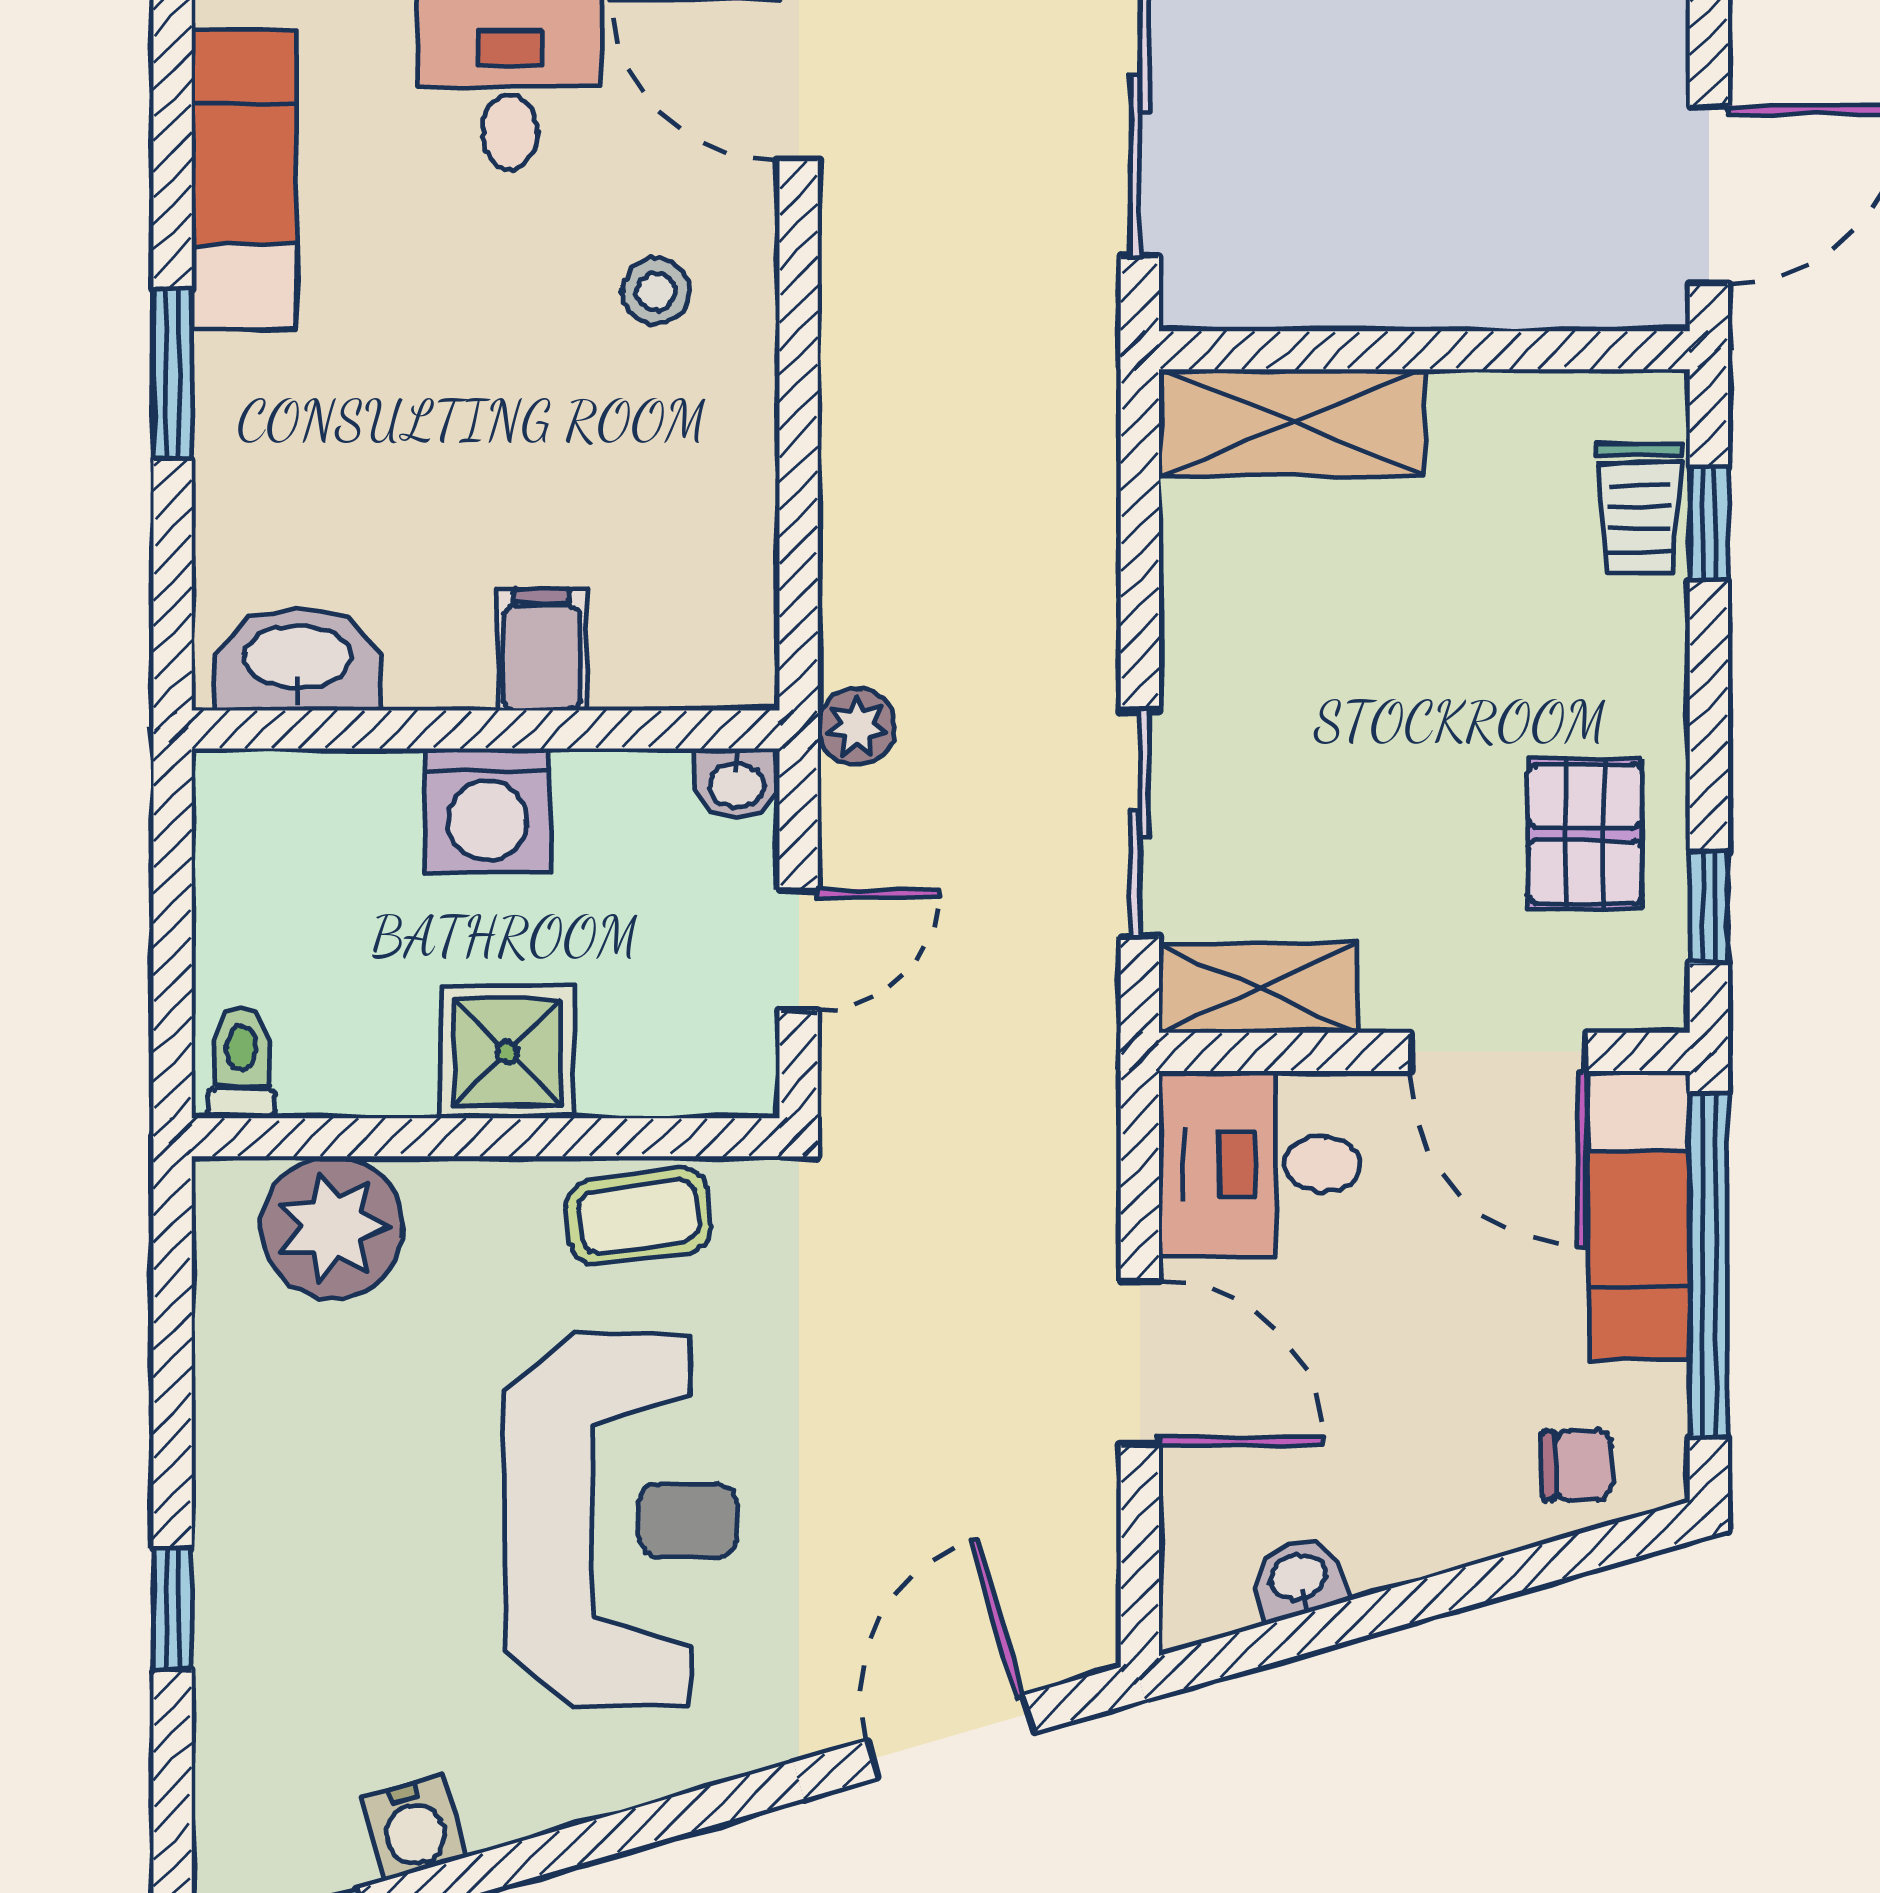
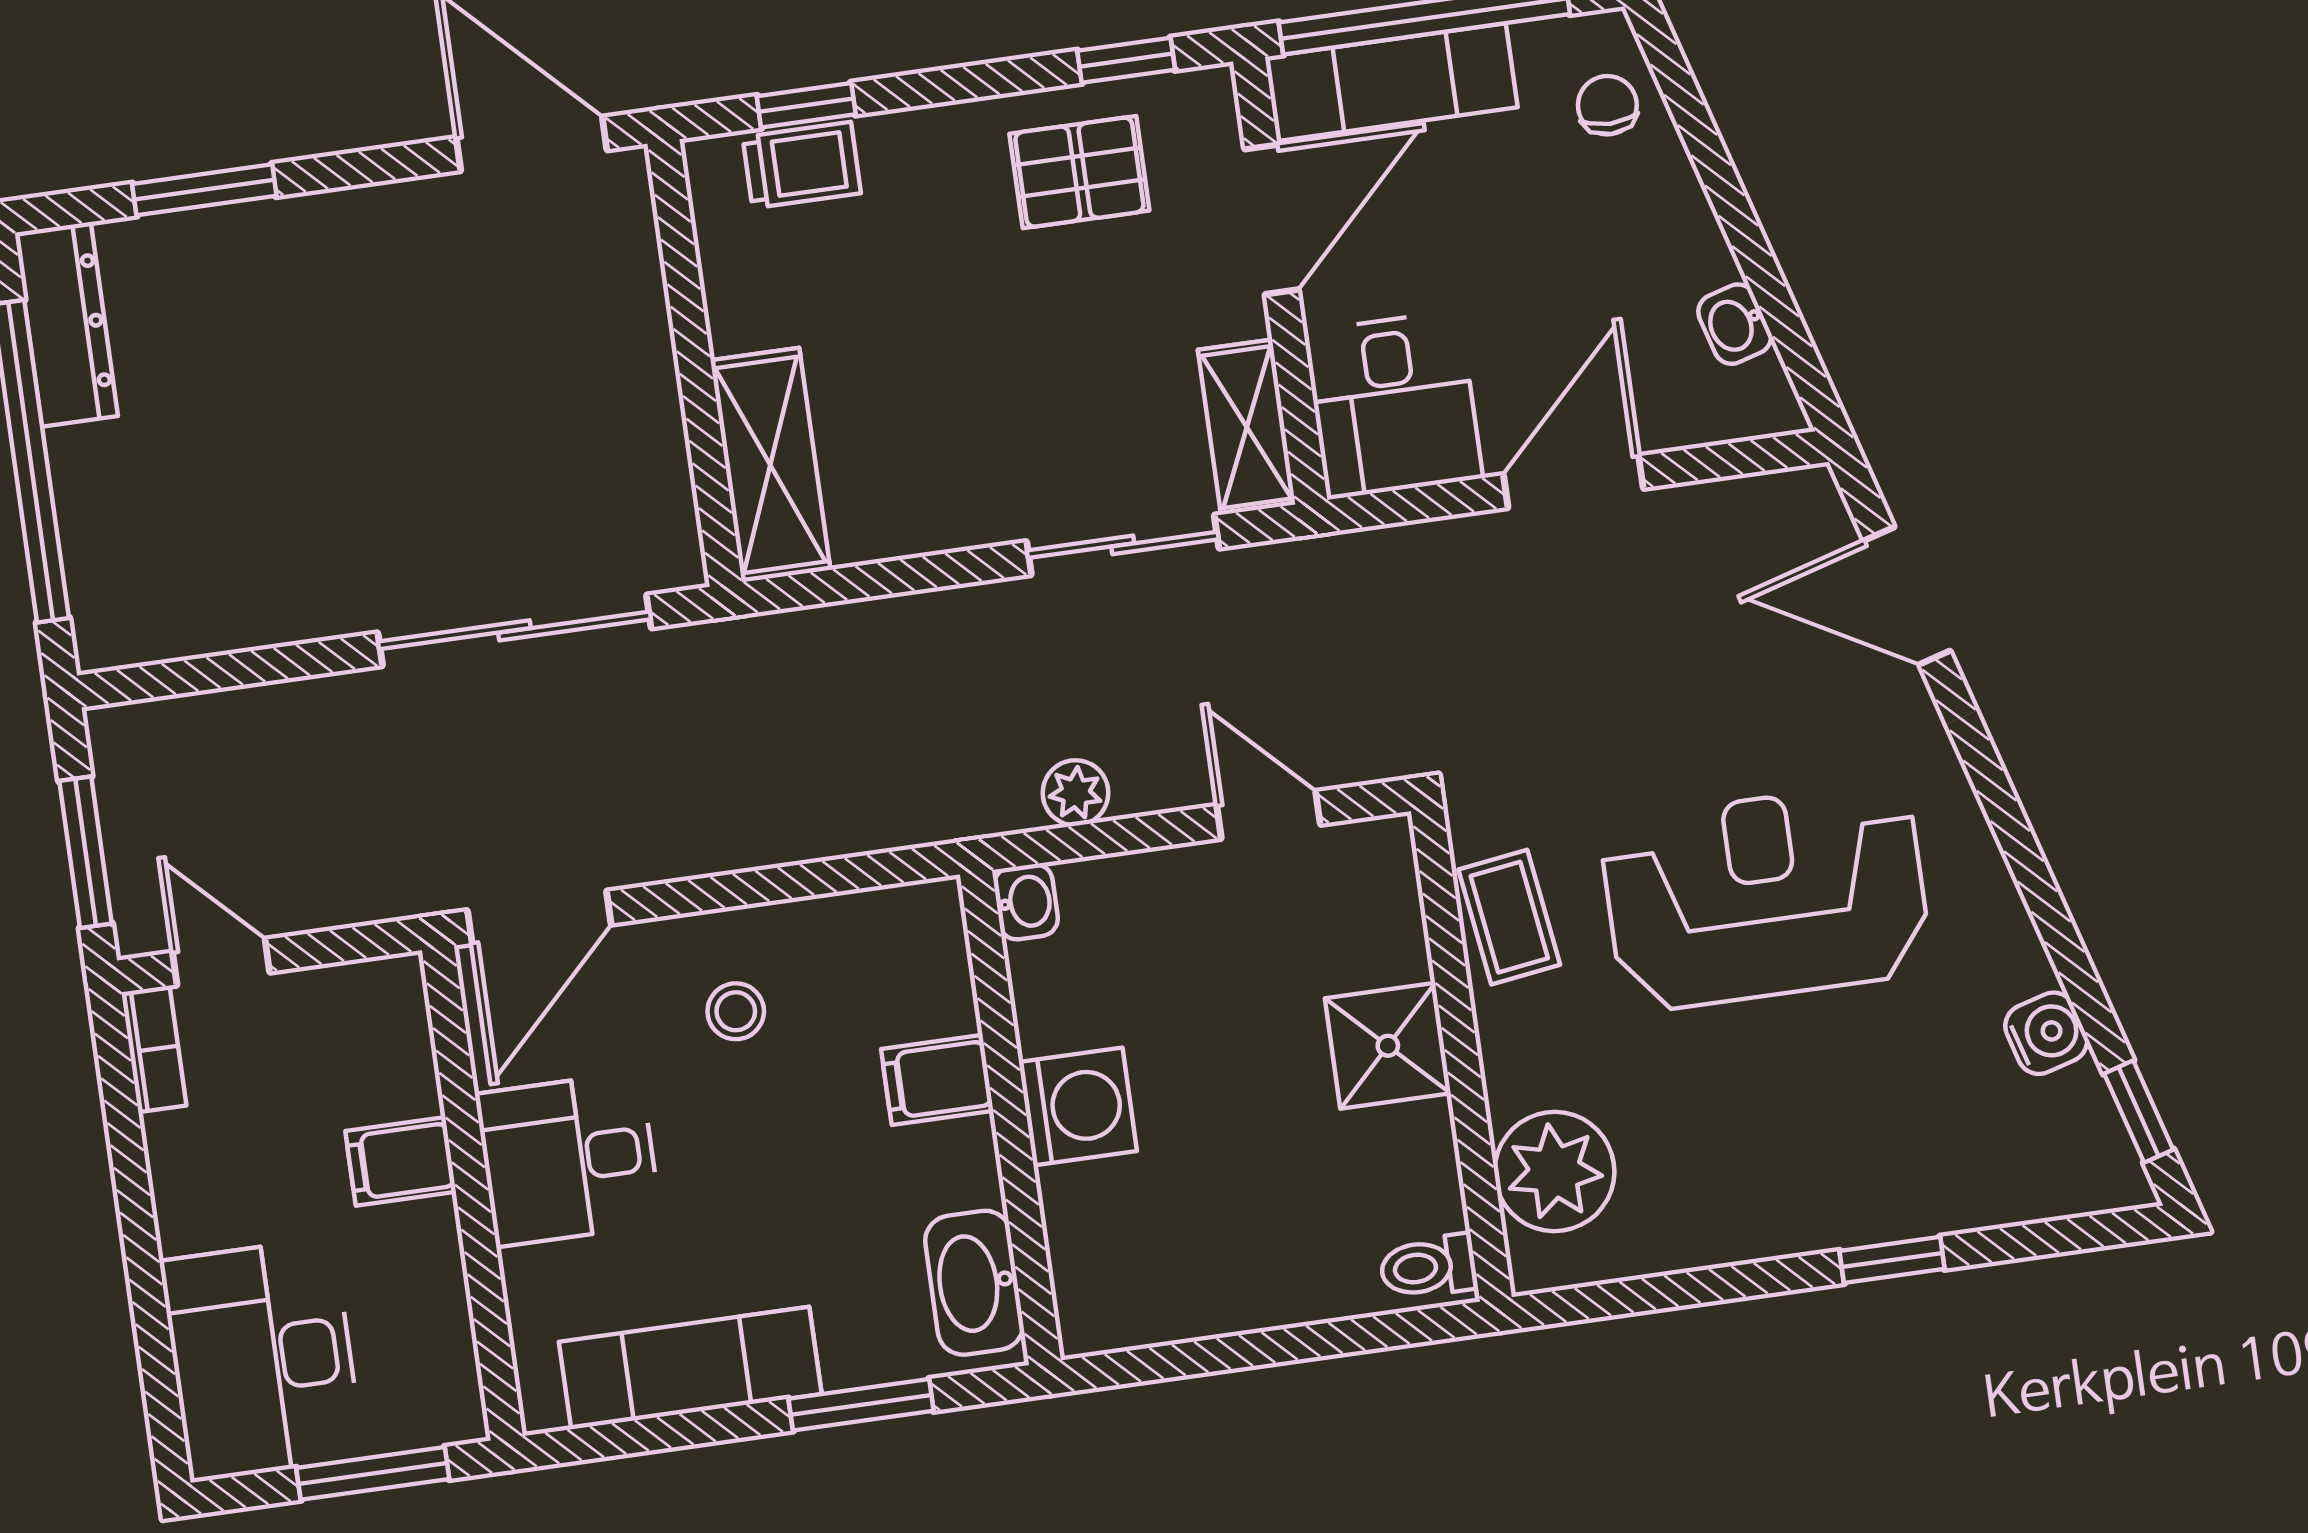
filing cabinet: (542, 650) -> (937, 1080), moved
washbasin: (297, 660) -> (974, 1283), moved
wall: (486, 730) -> (1010, 1117), moved
washbasin: (737, 783) -> (1026, 902), moved
washing machine: (487, 811) -> (1078, 1107), moved

